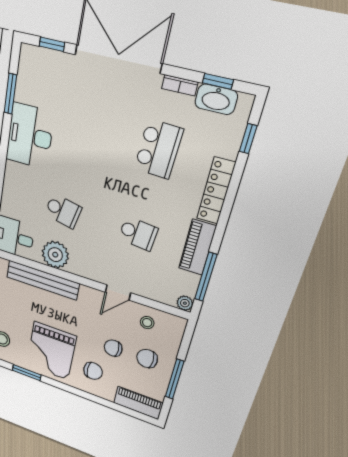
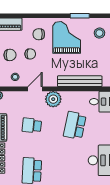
school desk: (63, 211) -> (75, 125), width x1.85
plant: (55, 255) -> (53, 99), moved

